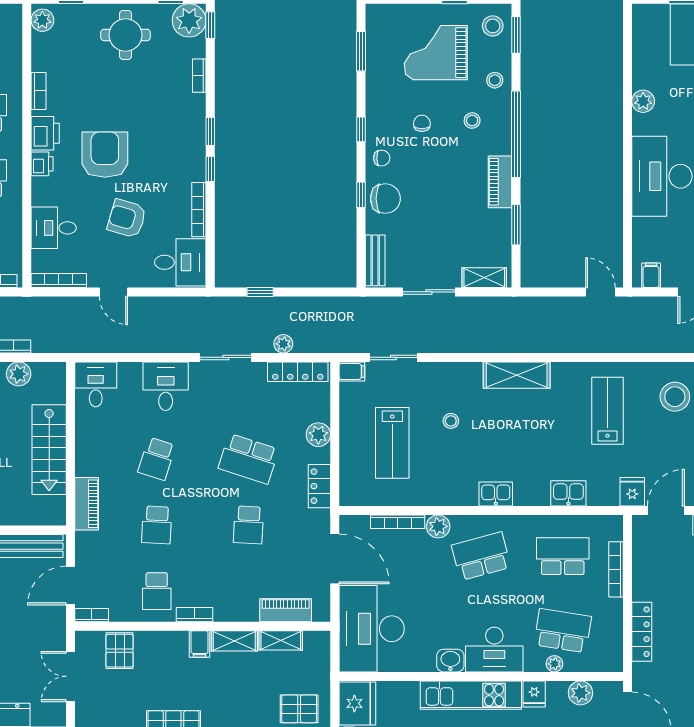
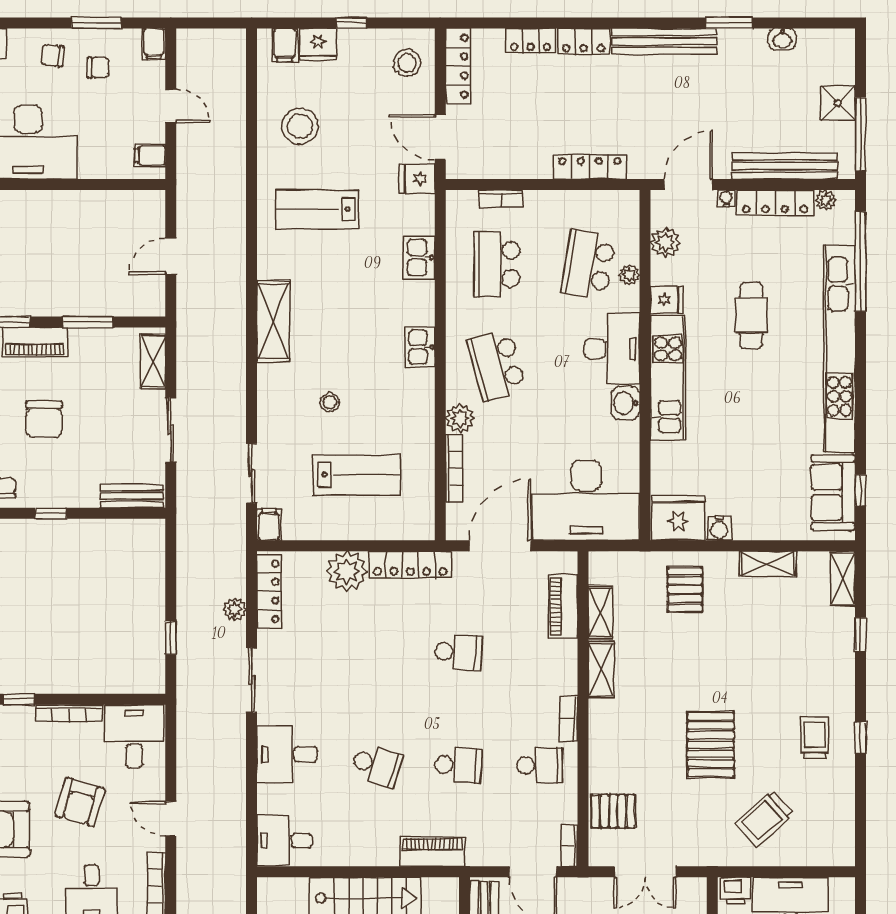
chair: (385, 199) -> (44, 419), moved, turned 180
door: (113, 292) -> (171, 819), swing flipped
door: (600, 292) -> (171, 256), moved
plant: (318, 435) -> (347, 571), width x1.36, depth x1.36
school desk: (248, 459) -> (376, 652), removed
locker: (319, 486) -> (410, 565), width x1.53
bookcase: (616, 569) -> (501, 199), width x0.64
filing cabinet: (200, 644) -> (605, 713), removed

